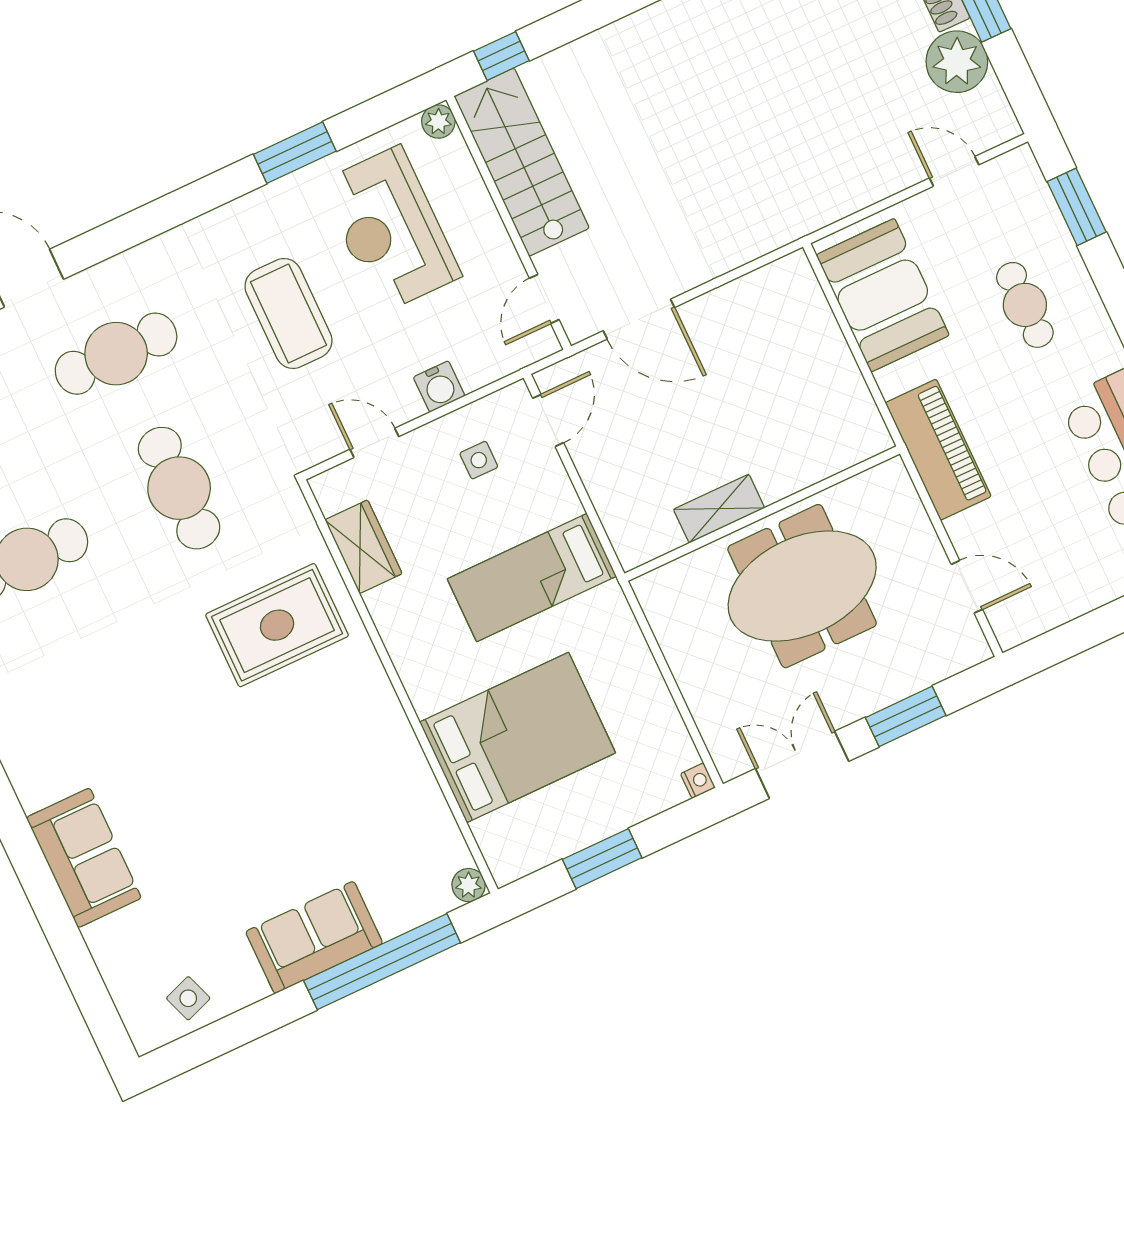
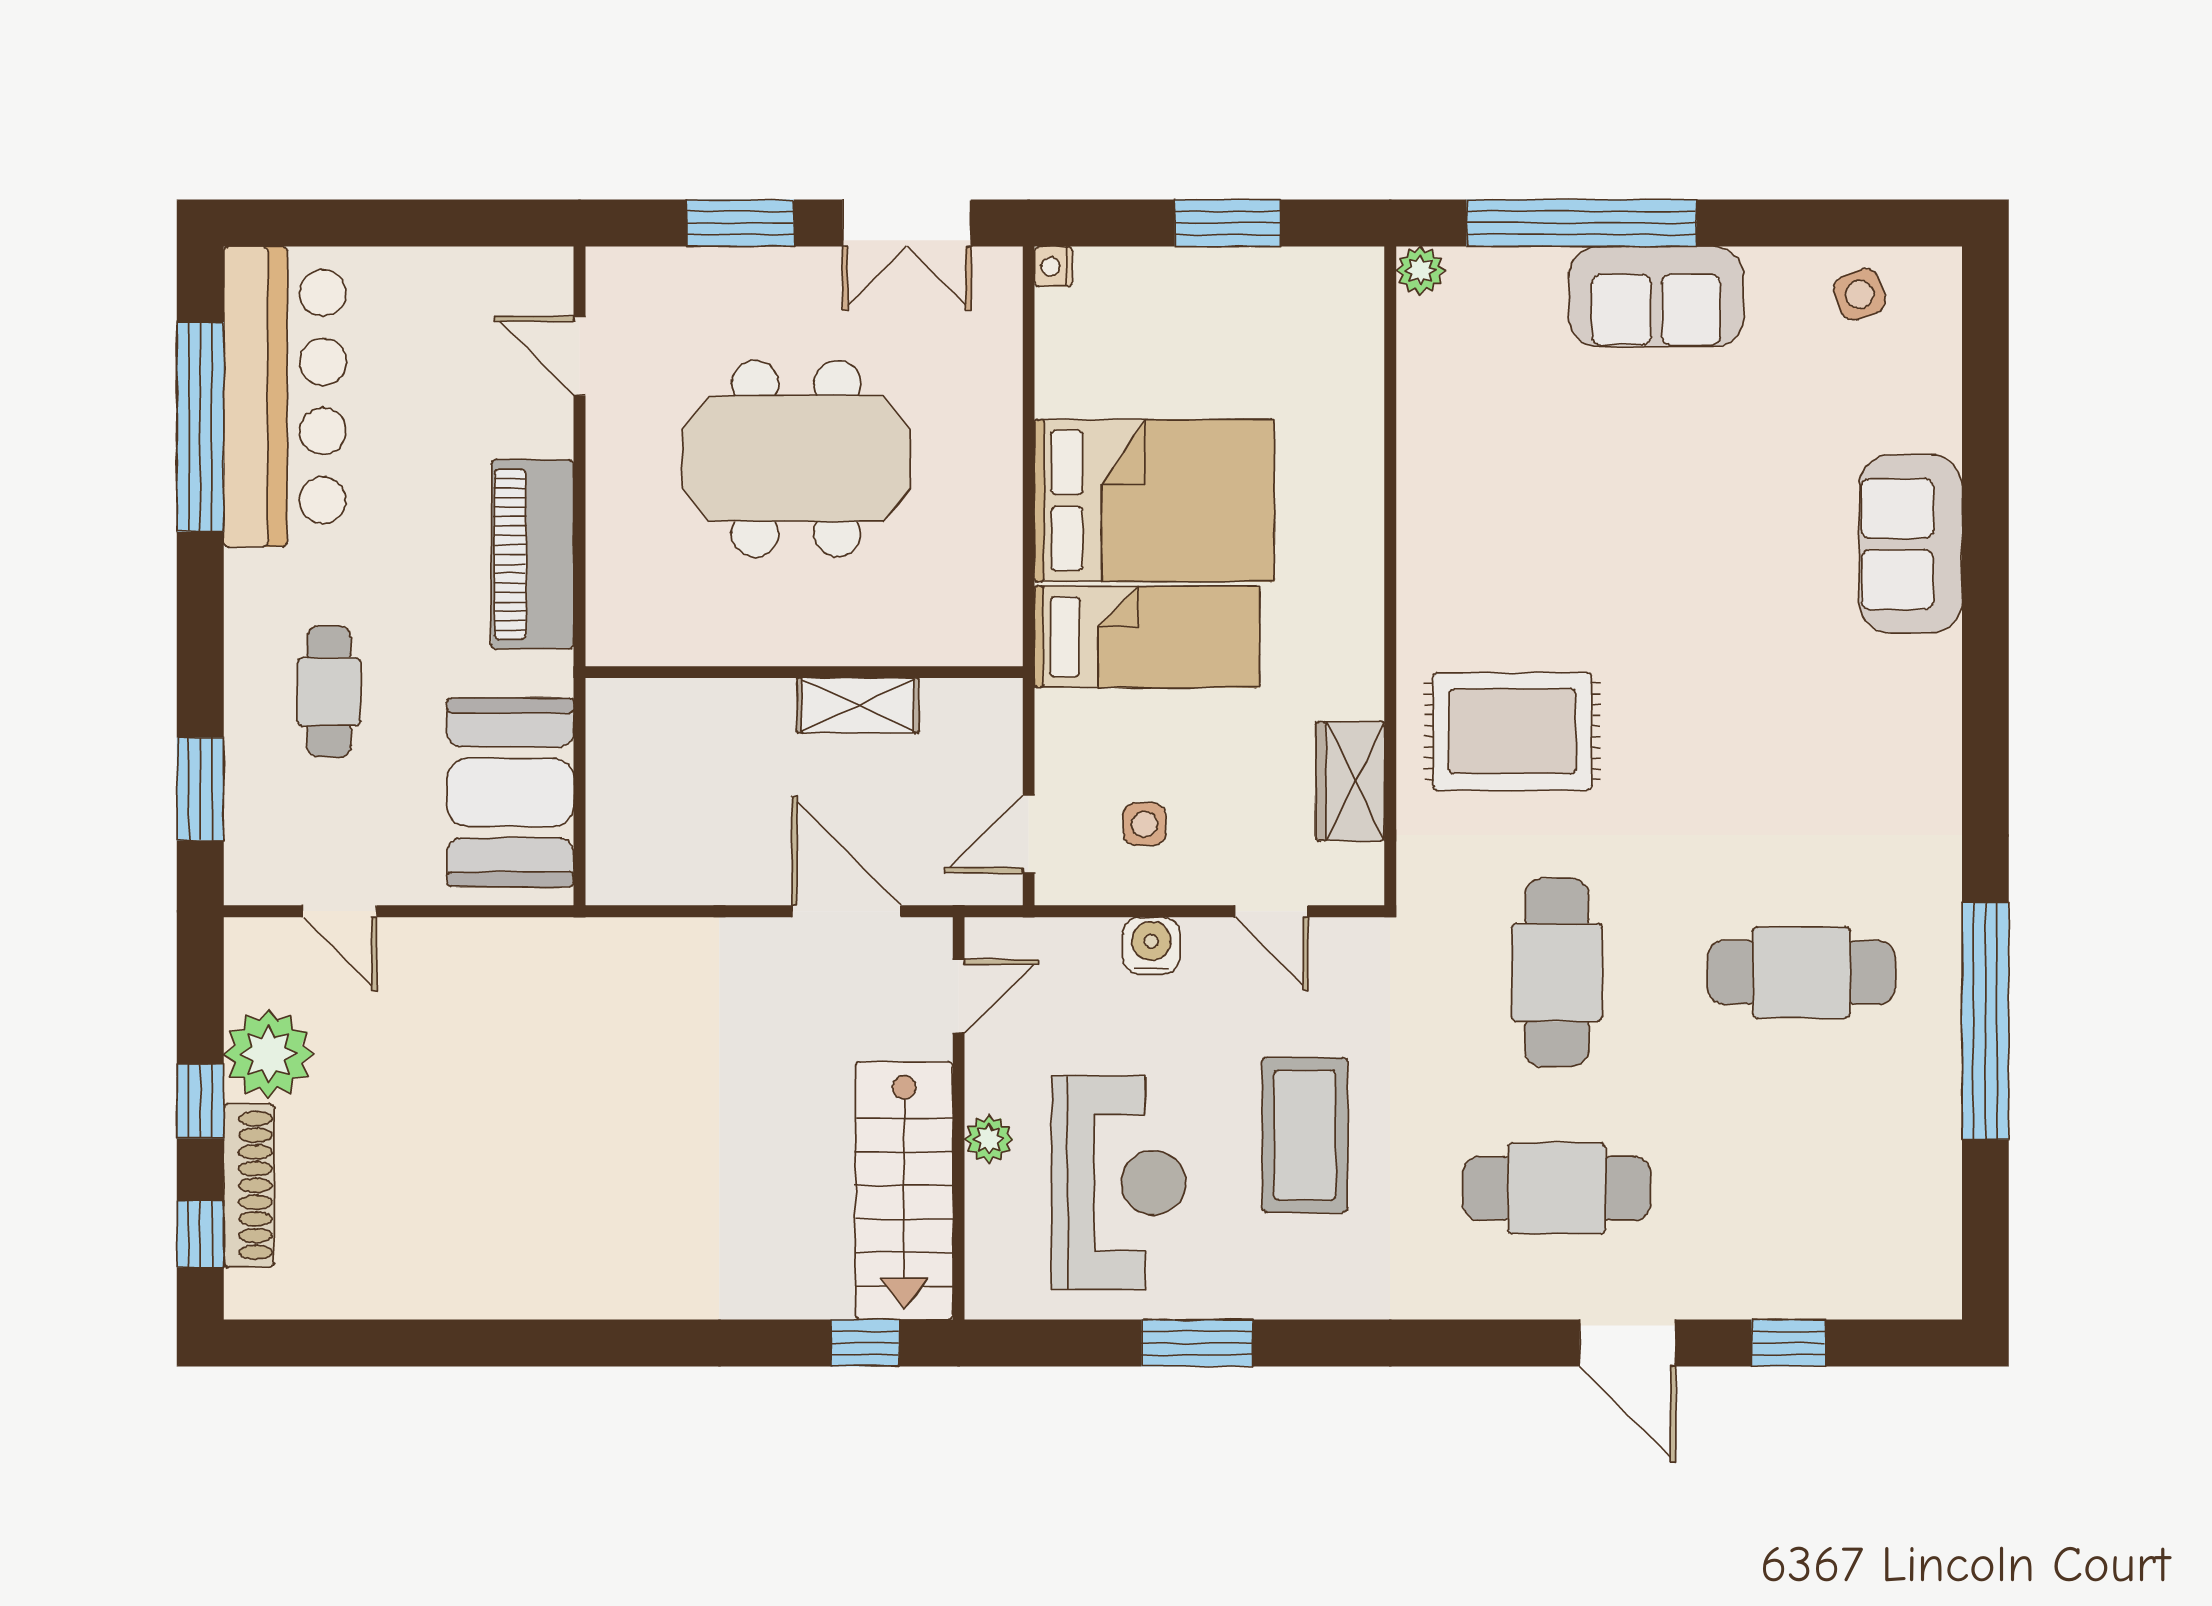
plant: (438, 122) -> (989, 1139), moved
shelving: (719, 509) -> (858, 705), moved
wall: (762, 514) -> (804, 672), moved
bed: (518, 737) -> (1154, 500), moved, turned 180

